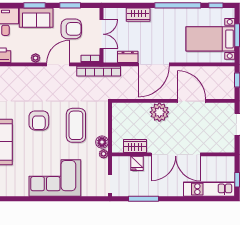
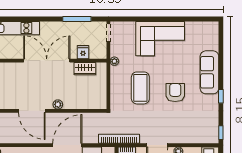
plant: (159, 112) -> (58, 104), width x0.53, depth x0.53
floor lamp: (102, 142) -> (116, 72), removed

